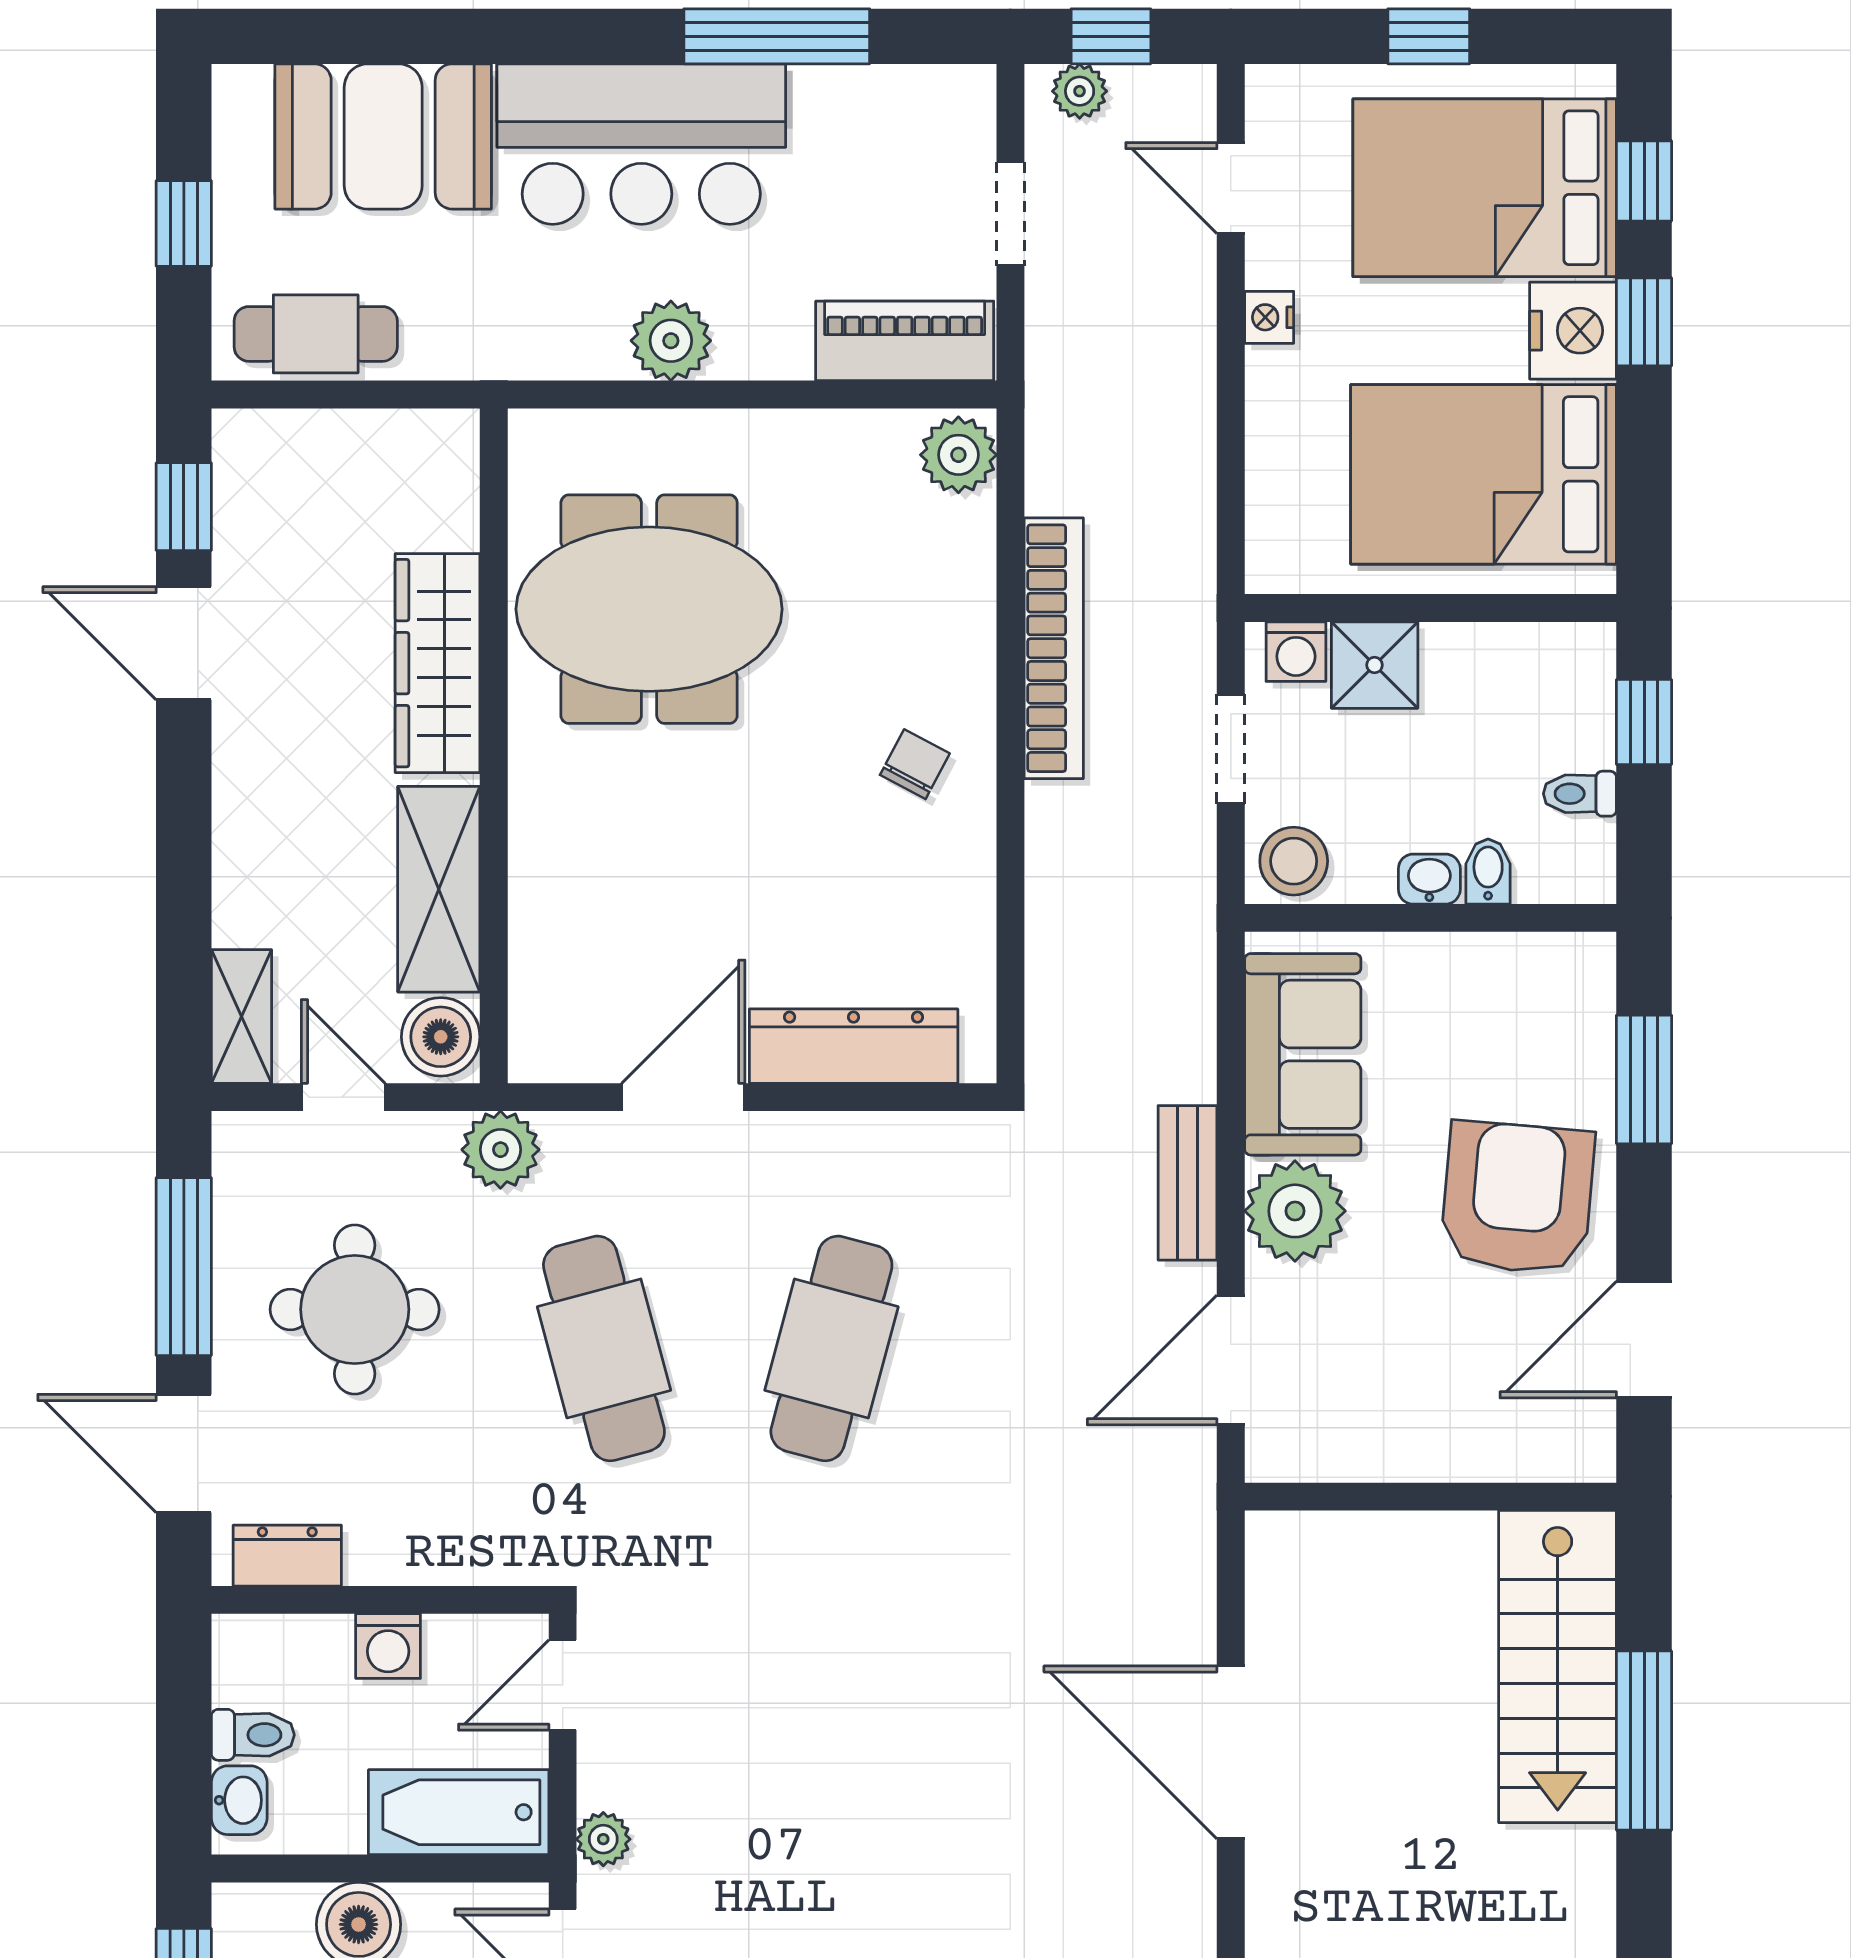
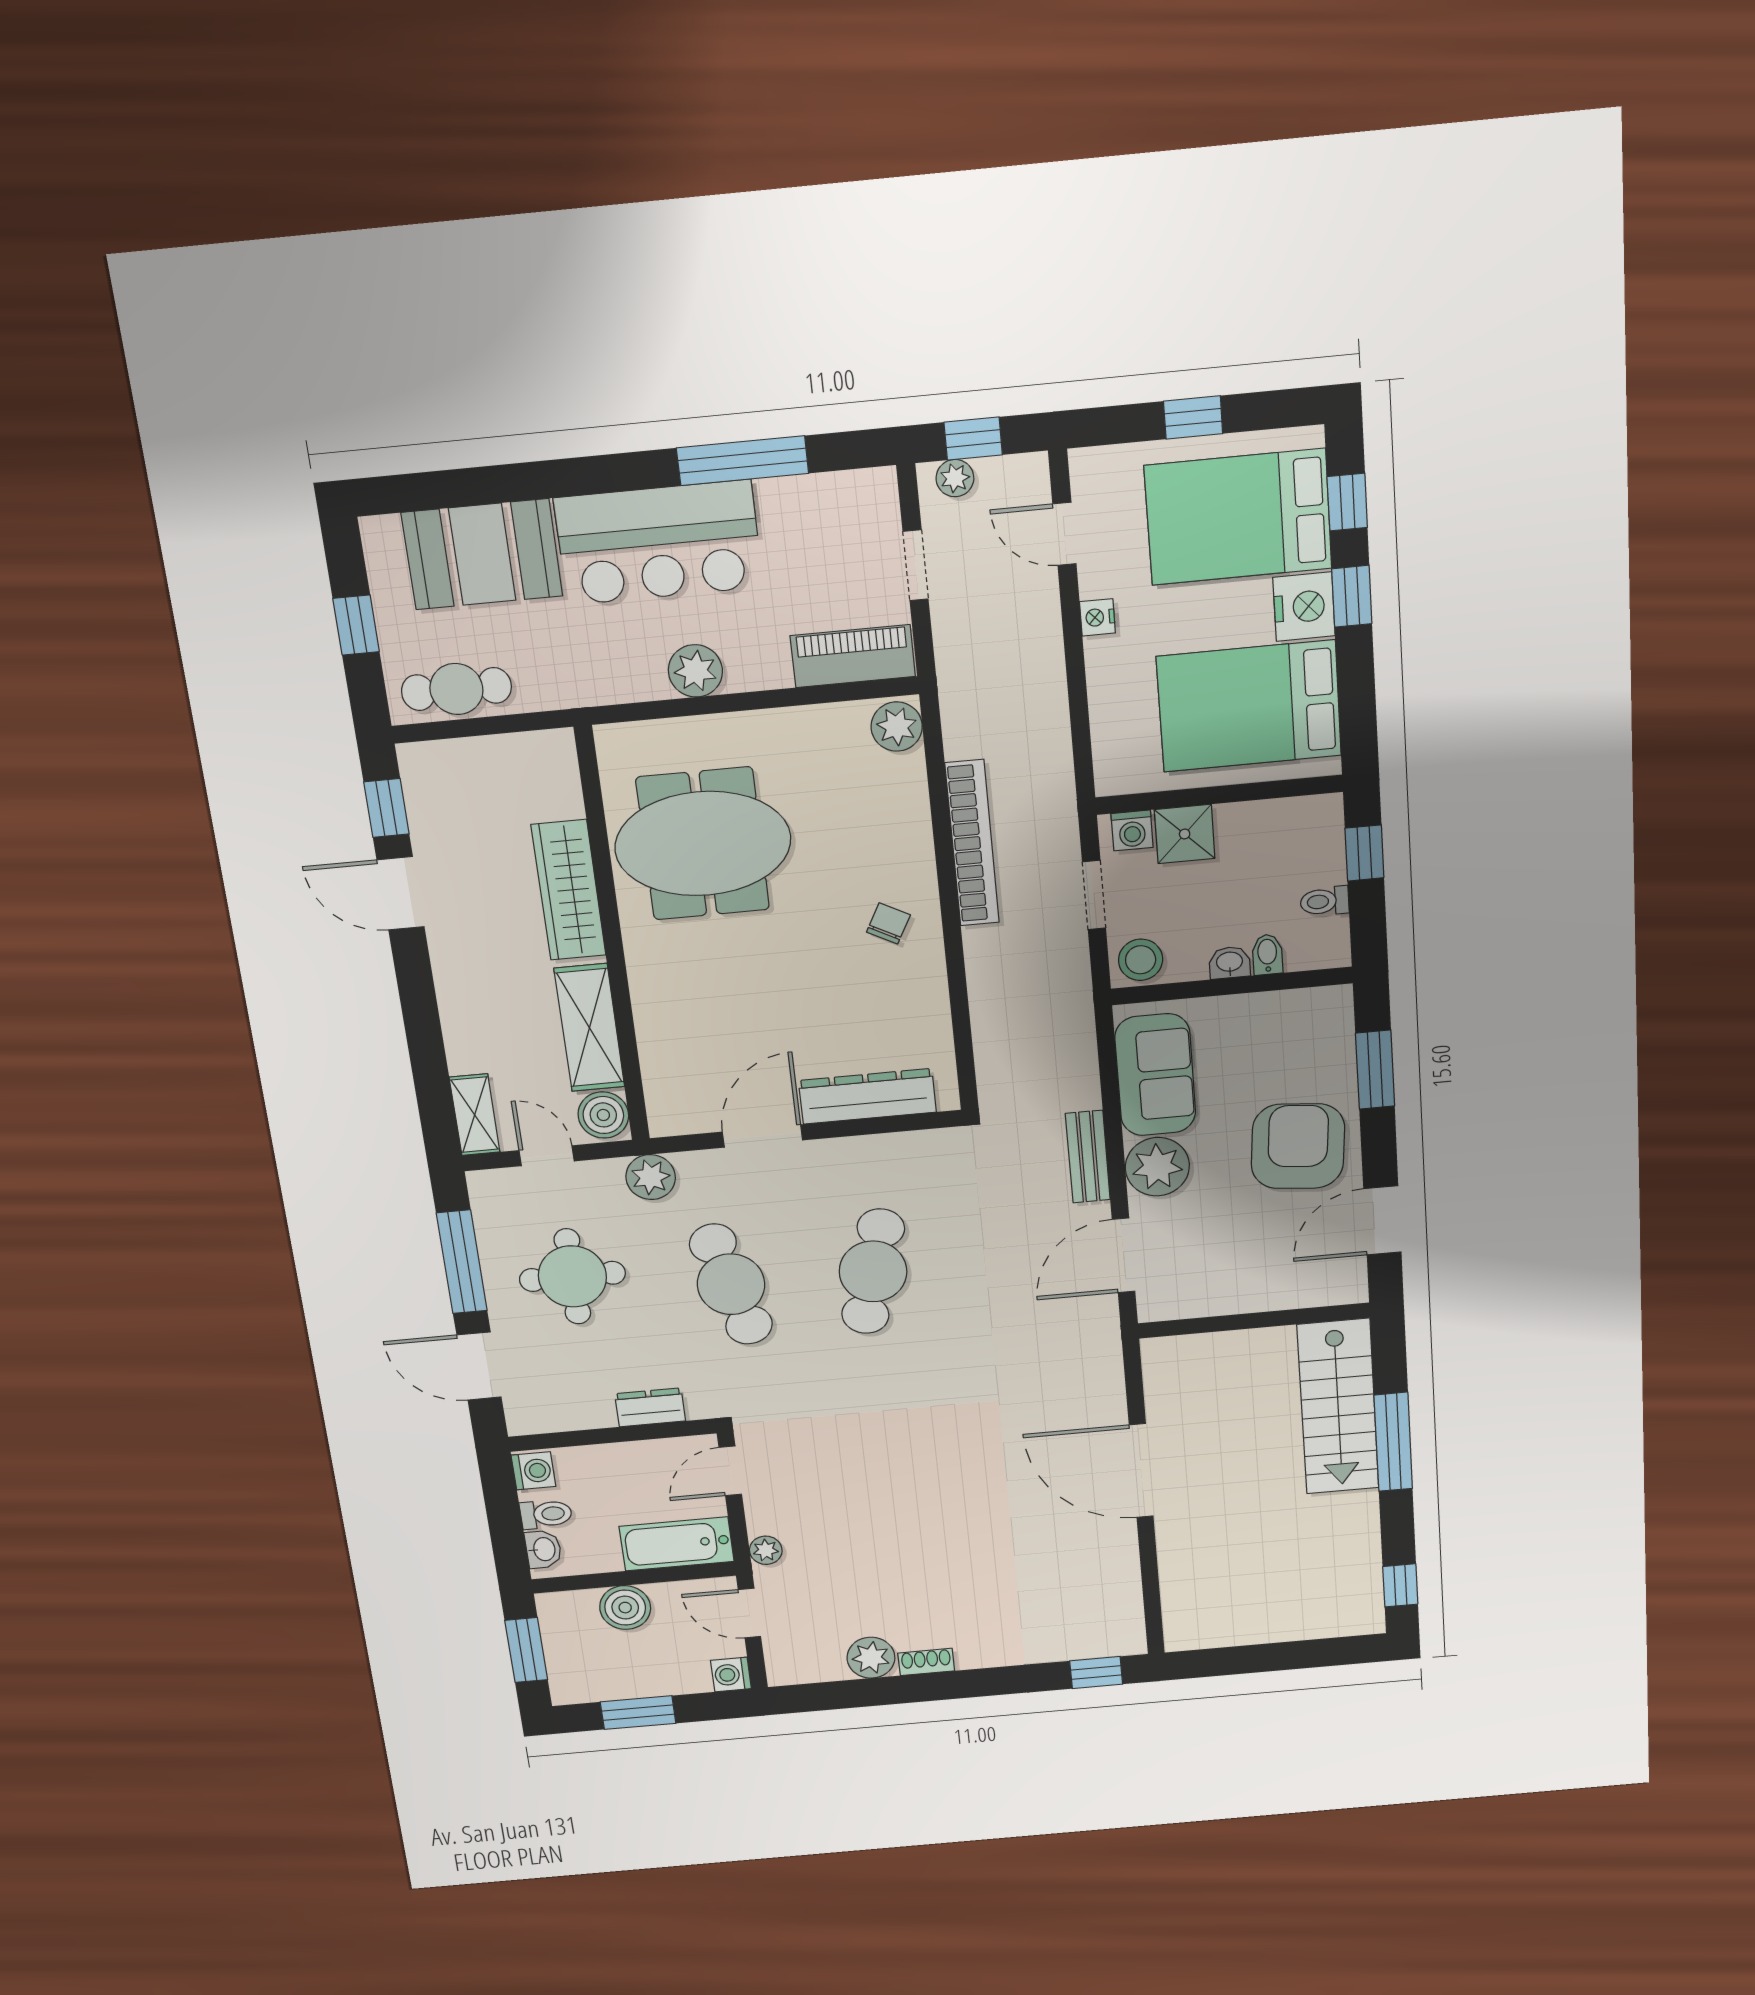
dresser: (287, 1556) -> (650, 1407), moved
washing machine: (388, 1646) -> (533, 1471), moved, turned -90

